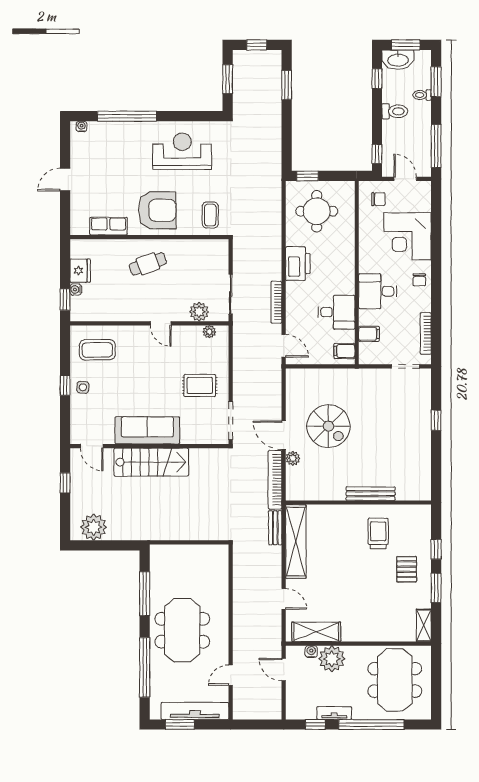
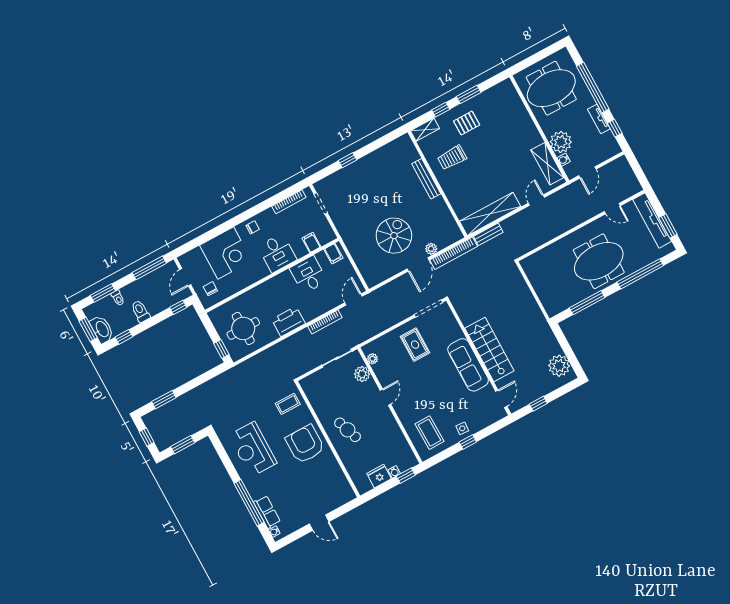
row of seats: (108, 226) -> (267, 512), moved, turned 180
shelving: (424, 625) -> (425, 130), moved

